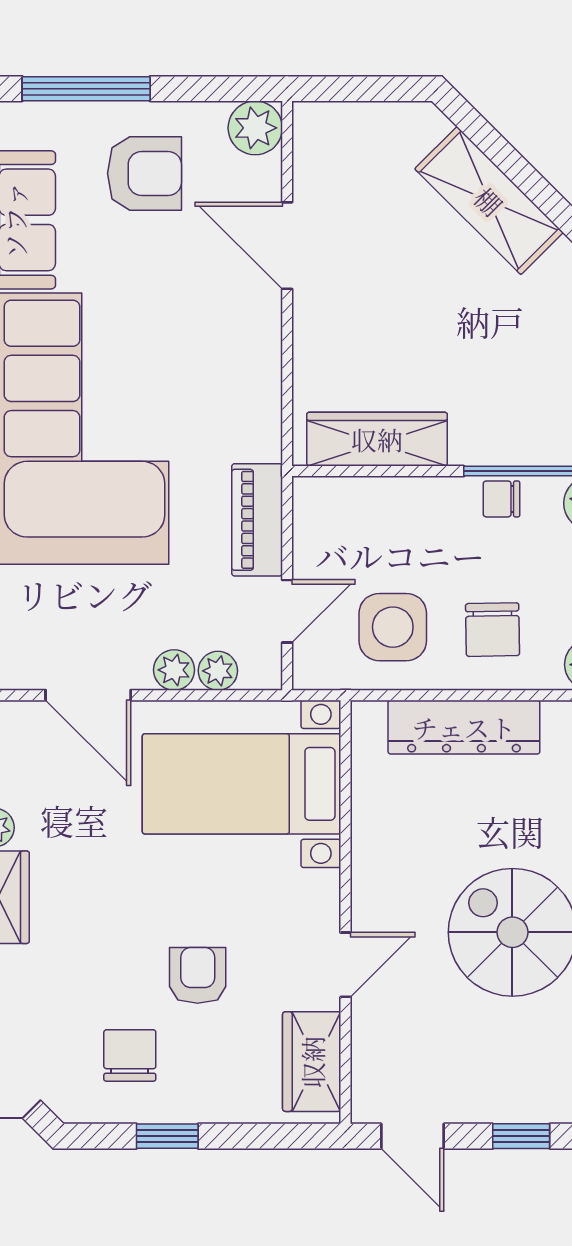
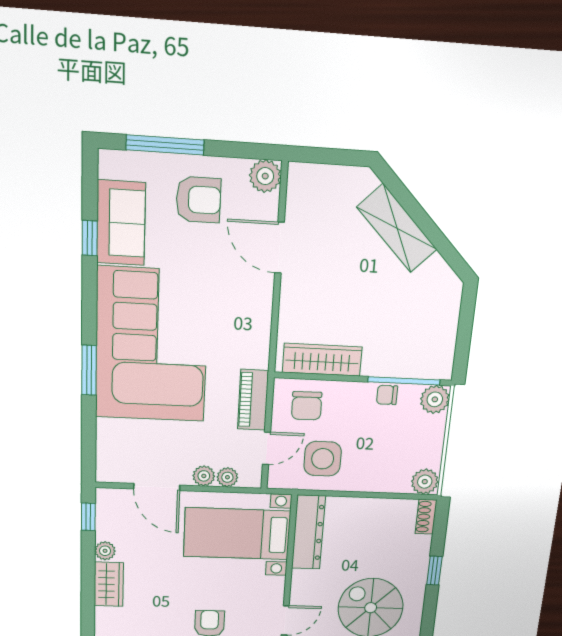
chair: (493, 630) -> (307, 406), moved
dresser: (464, 727) -> (308, 532), moved, turned -90

